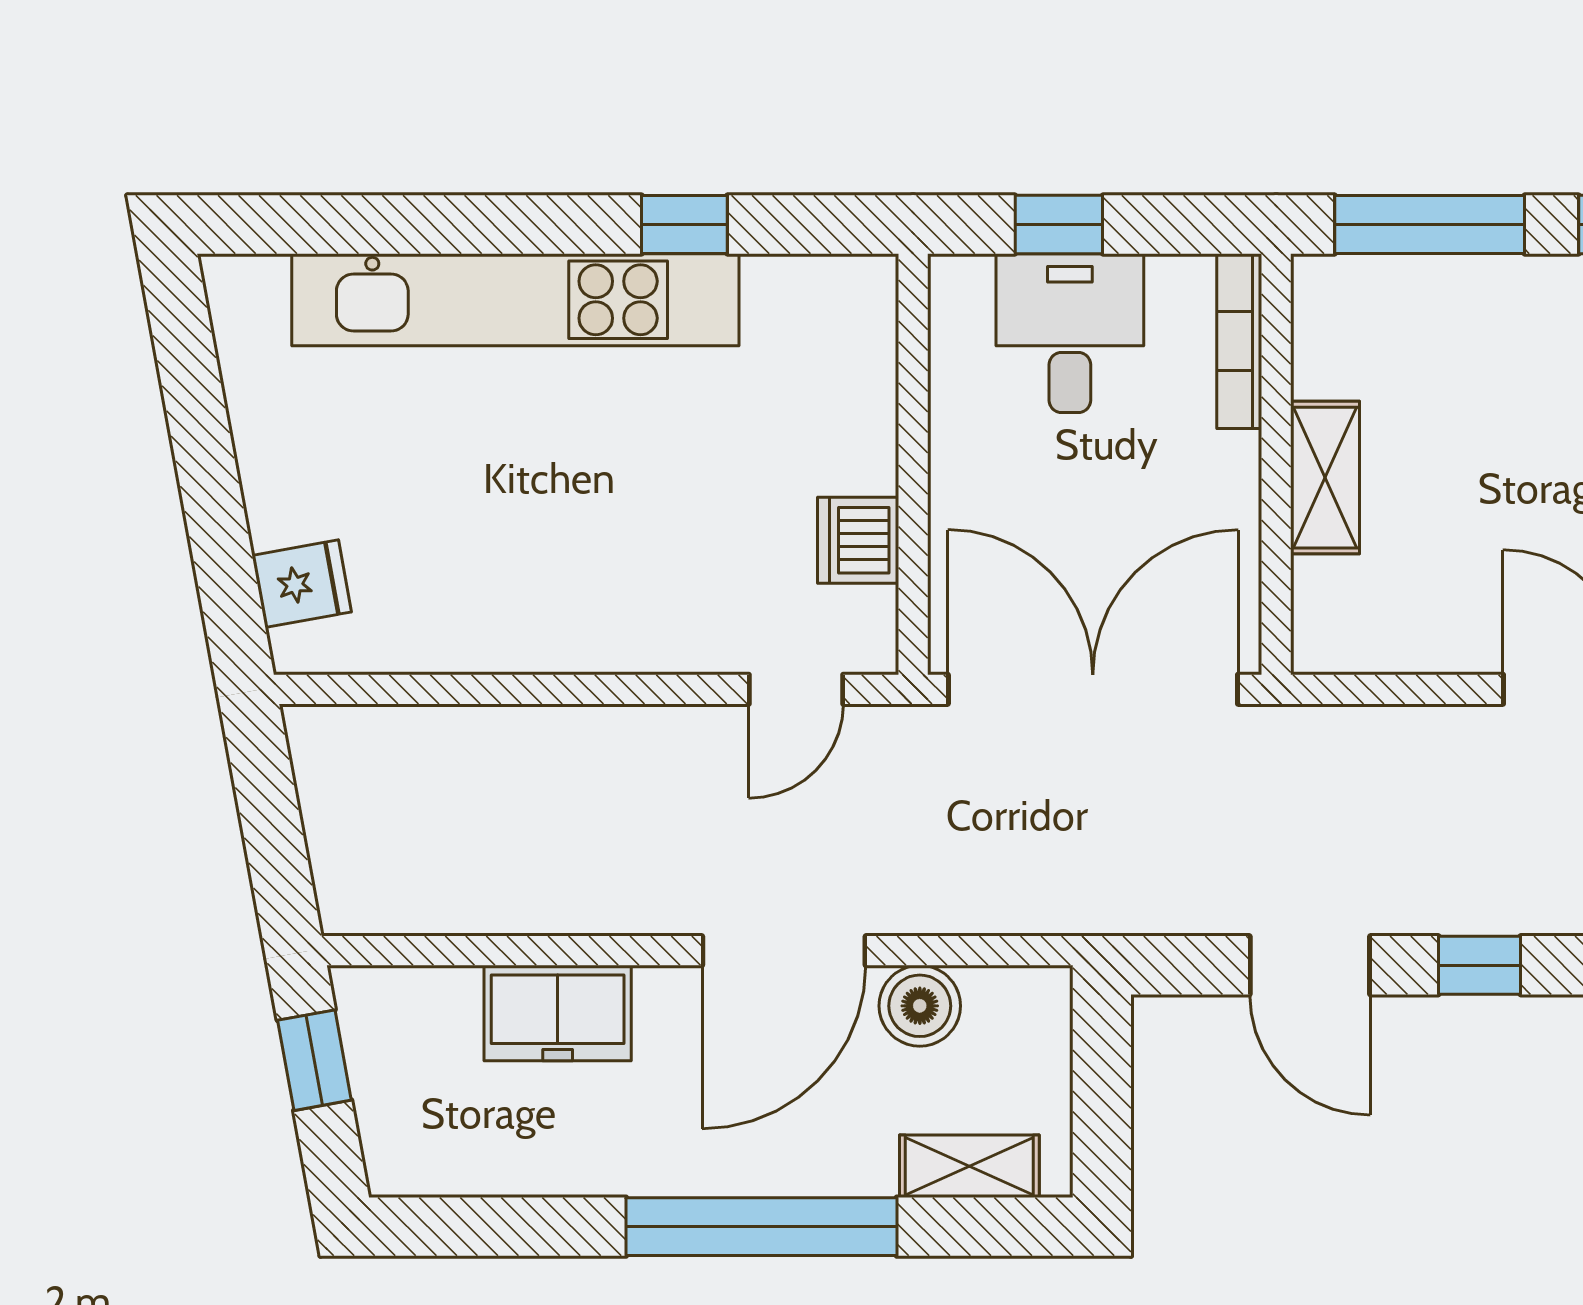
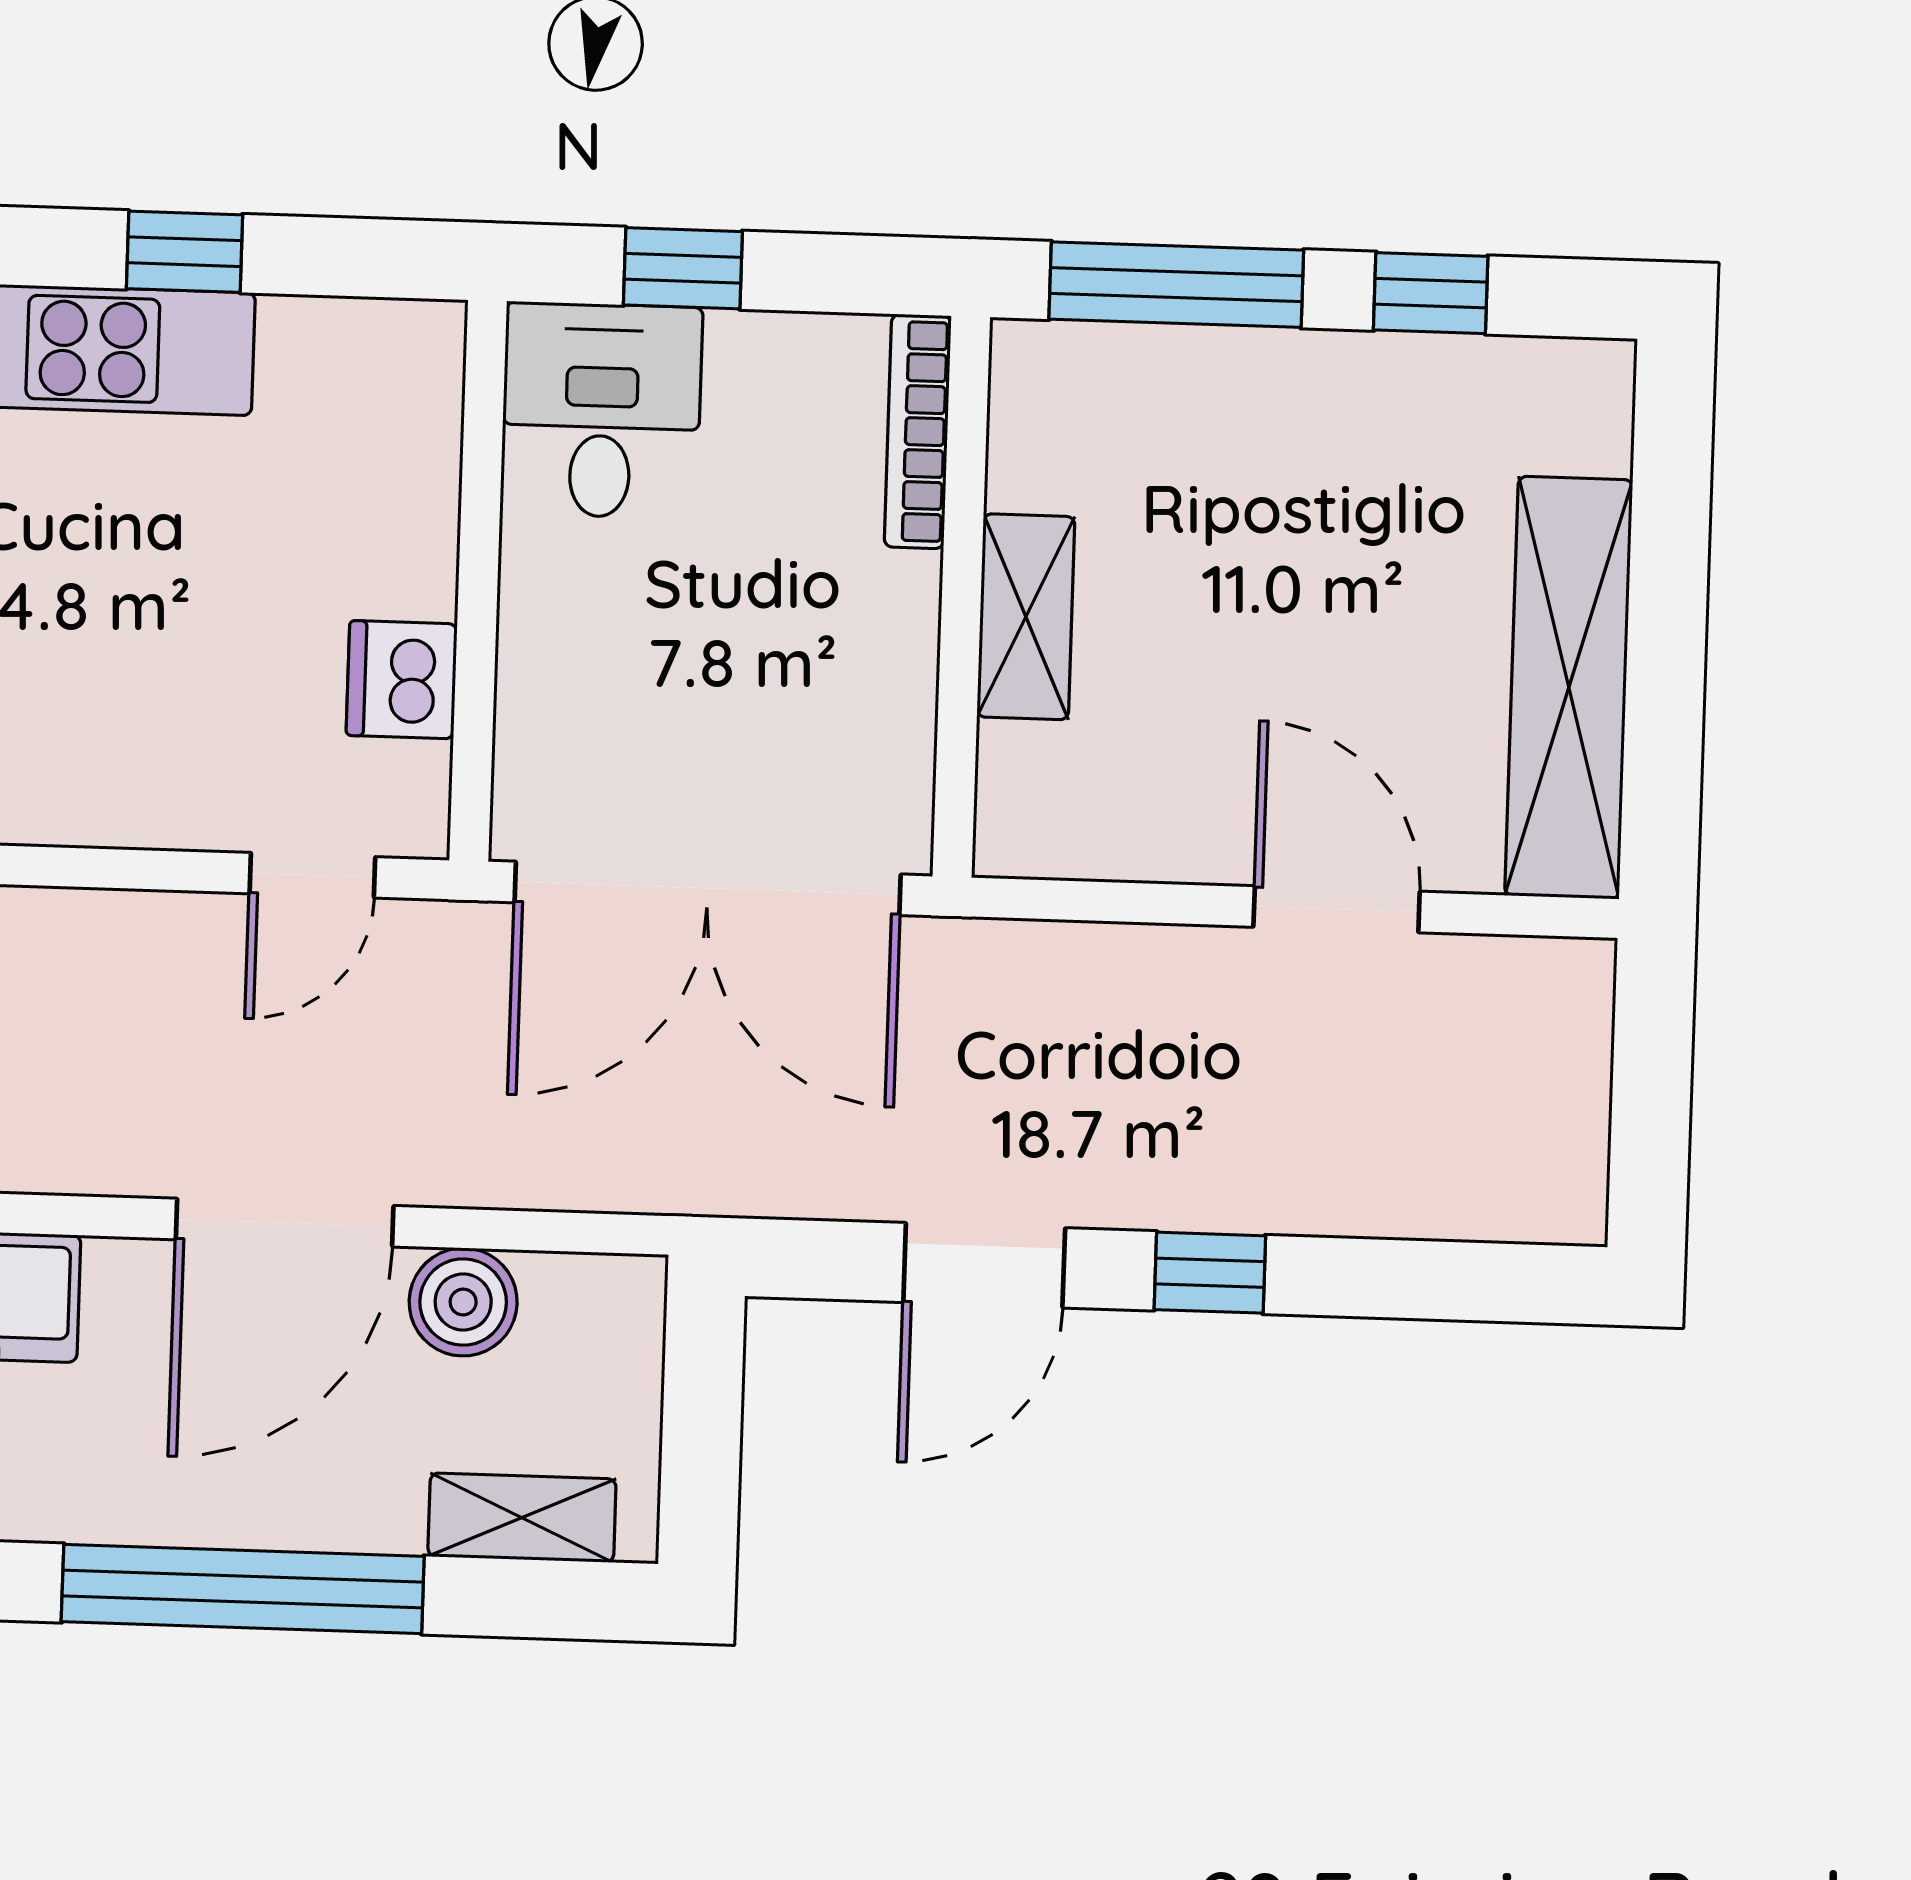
desk: (1070, 333) -> (601, 410), moved
double door: (1093, 689) -> (708, 888), swing flipped
door: (1310, 965) -> (984, 1265), hinge flipped

